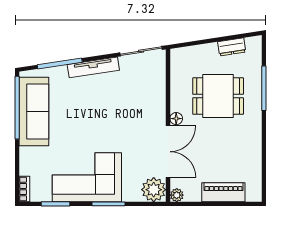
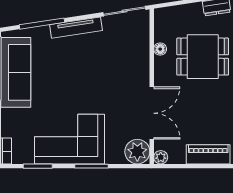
floor lamp: (176, 119) -> (160, 49), moved

